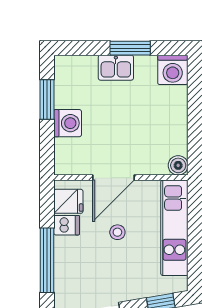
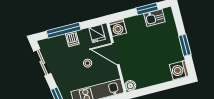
kitchen sink: (116, 68) -> (154, 18), moved, turned -90
washing machine: (68, 123) -> (118, 28), moved
dishwasher: (67, 225) -> (72, 39), moved

